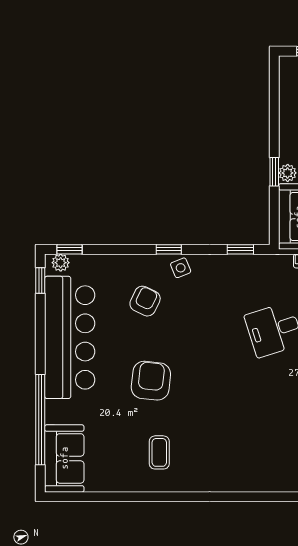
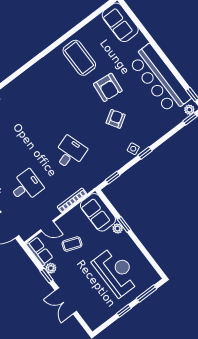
armchair: (145, 301) -> (116, 119), moved, turned -148
window: (40, 420) -> (144, 32), removed
coffee table: (159, 452) -> (79, 58), width x1.86, depth x1.72

